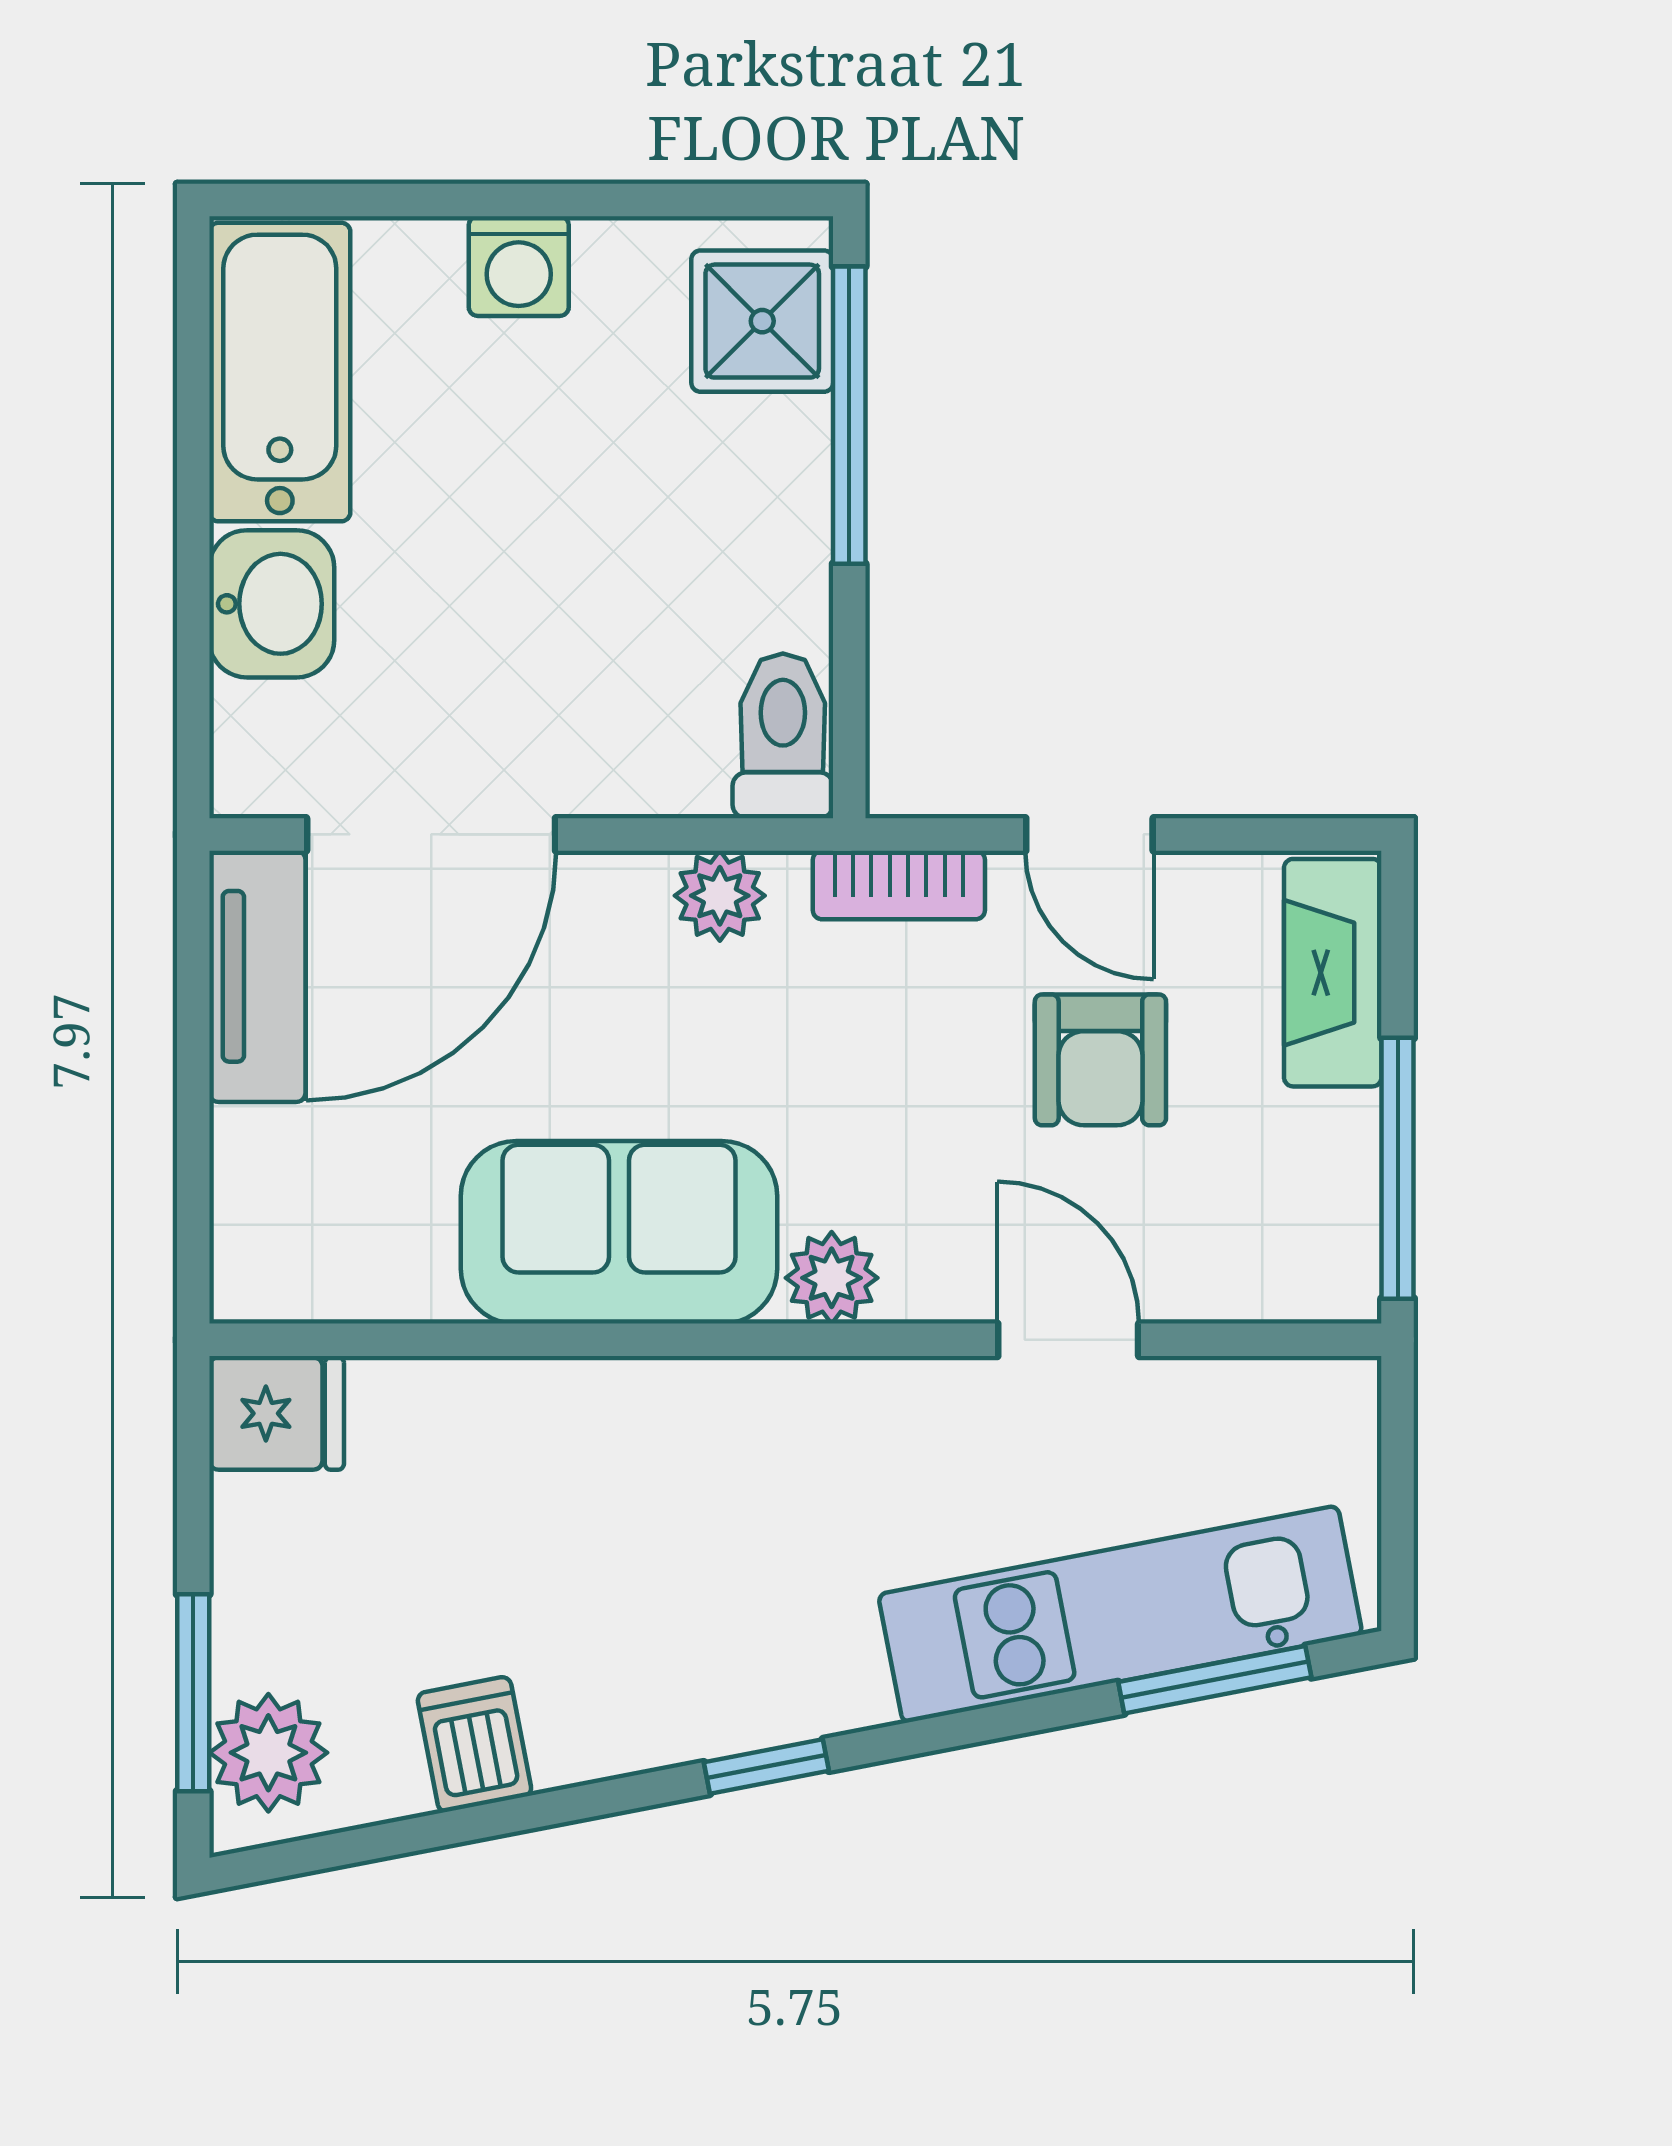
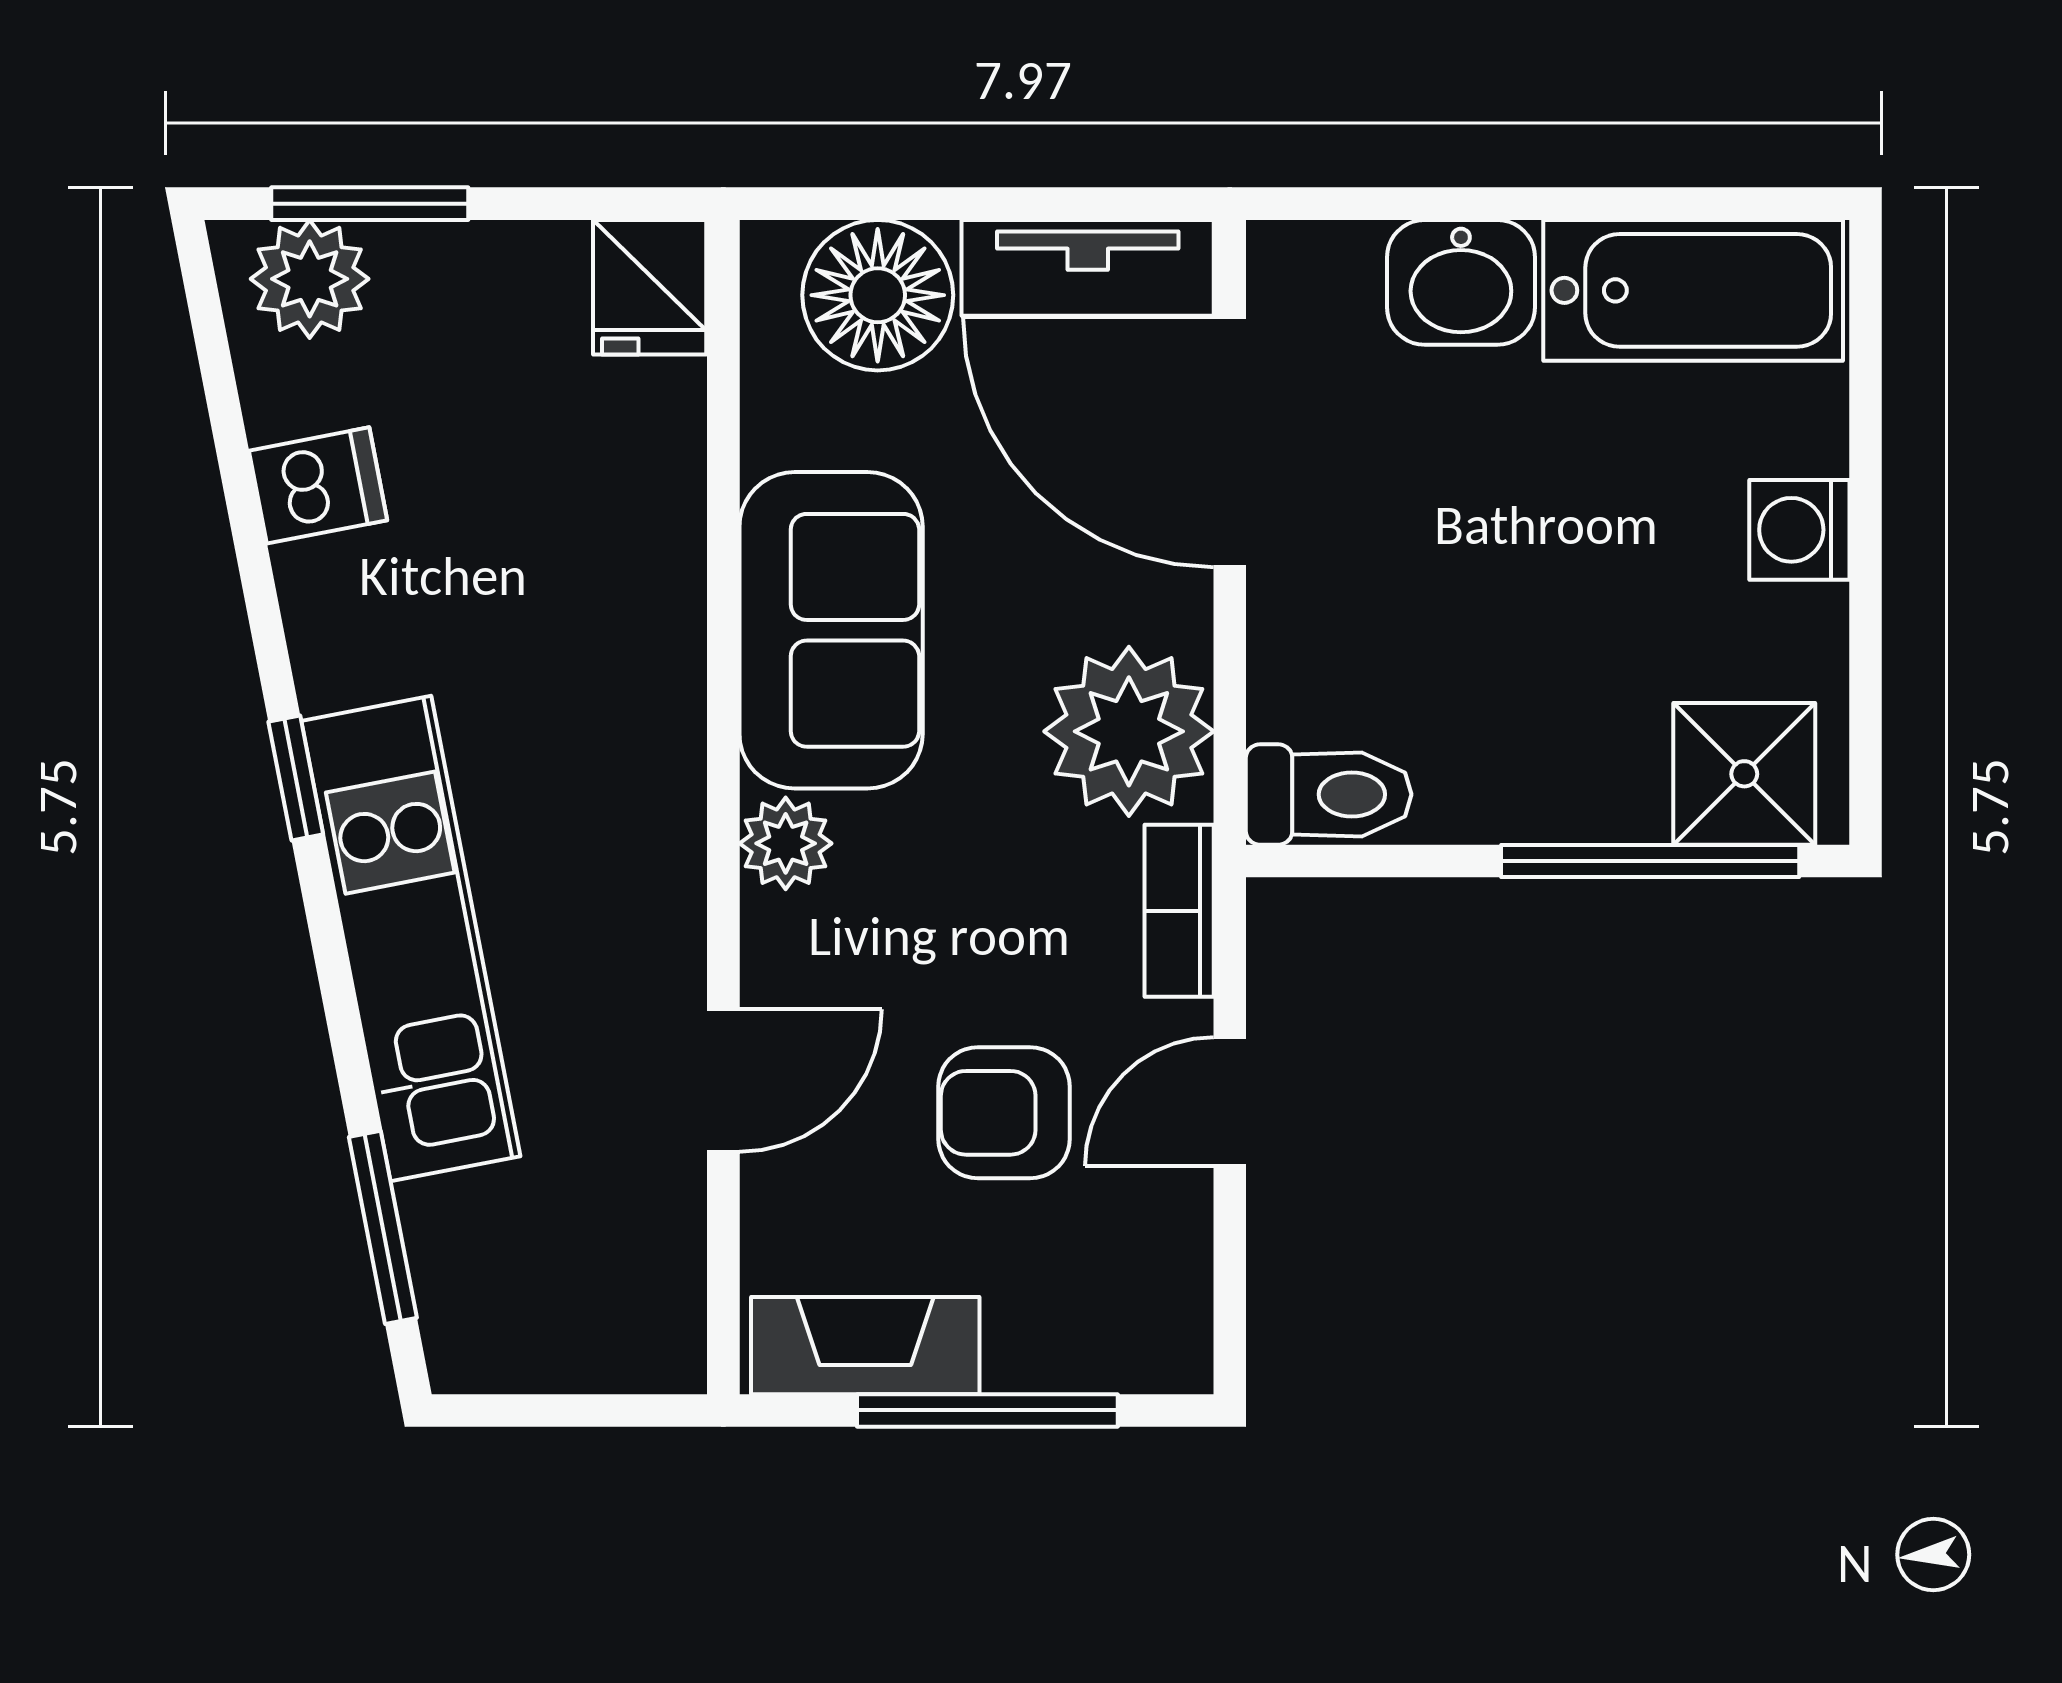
plant: (720, 896) -> (1129, 731), width x1.88, depth x1.88
fireplace: (1333, 973) -> (865, 1346), moved
window: (1398, 1168) -> (987, 1410), moved
floor lamp: (285, 1186) -> (878, 295), added
kitchen unit: (1120, 1614) -> (411, 939), moved

